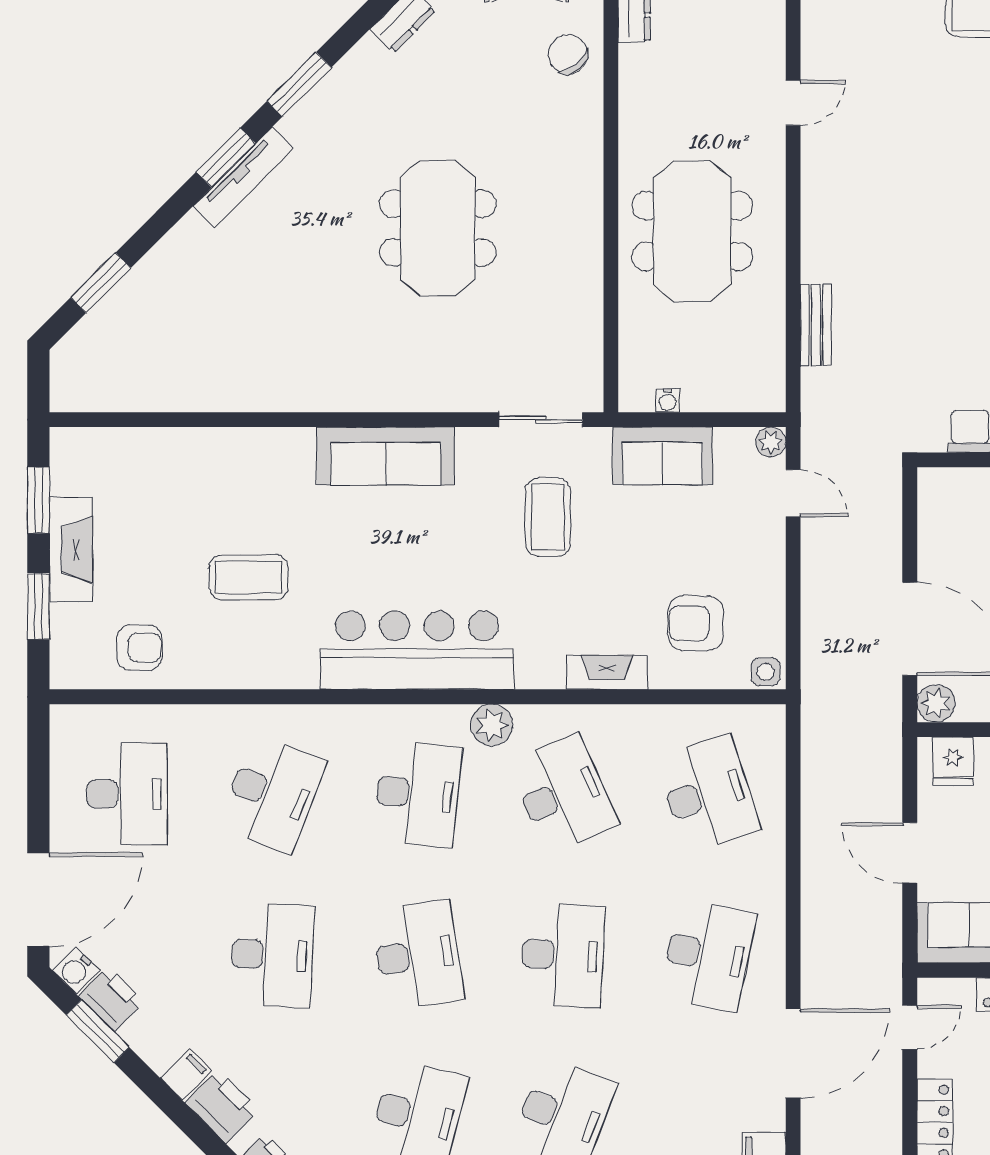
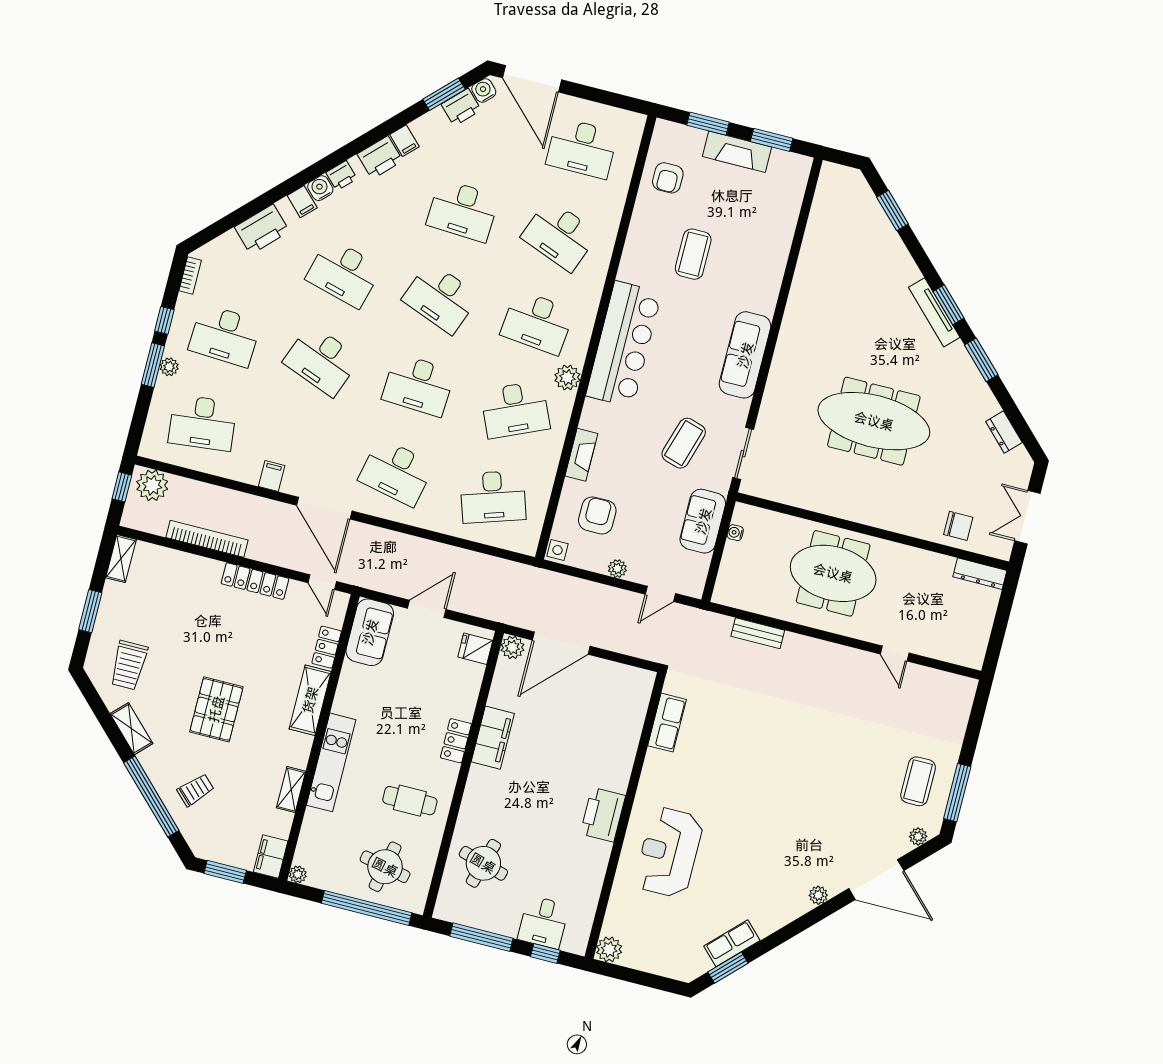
chair: (568, 54) -> (958, 526), turned 40
meeting table: (438, 228) -> (874, 421), width x1.36
plant: (771, 442) -> (617, 569), moved
coffee table: (548, 517) -> (684, 443), turned -73
desk: (418, 955) -> (441, 298), turned 30

